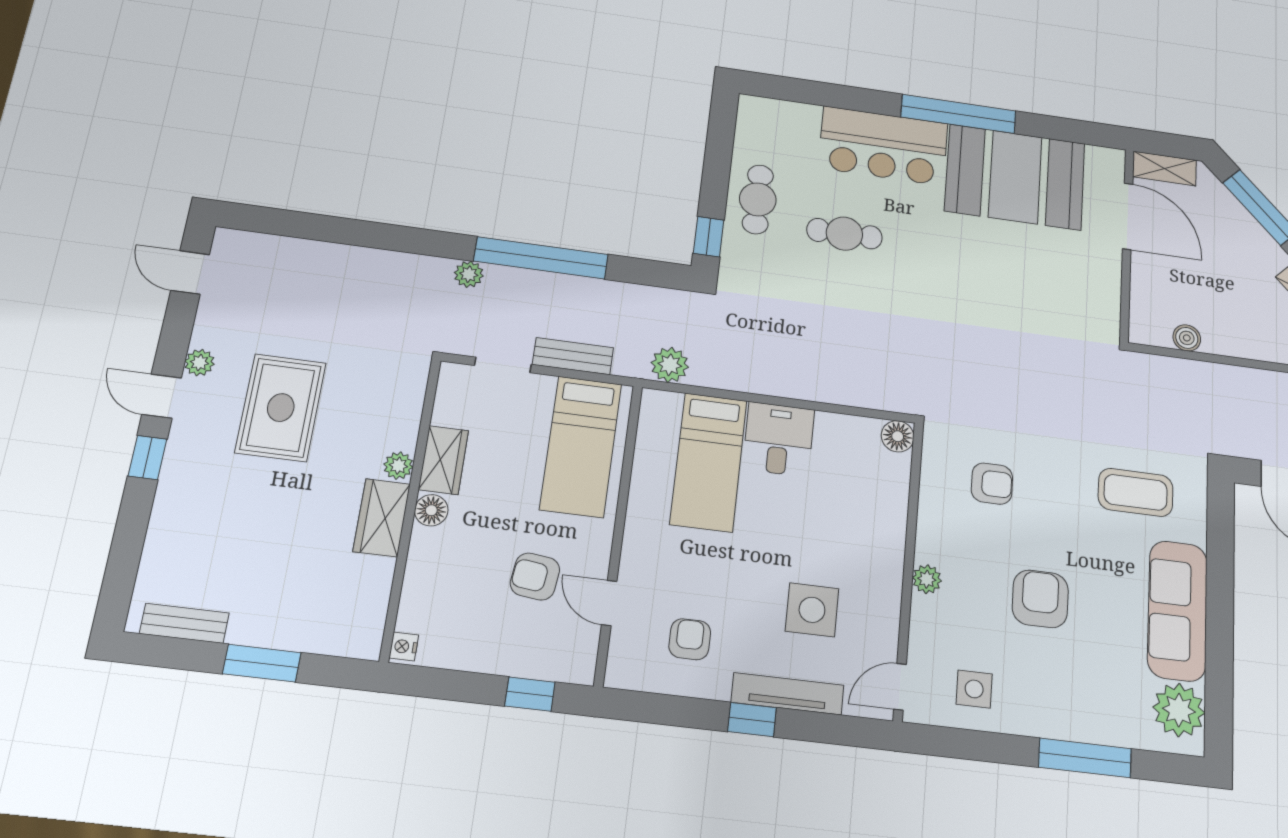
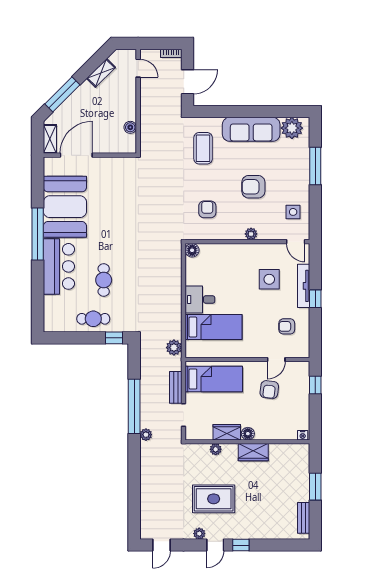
plant: (398, 466) -> (216, 449), moved

